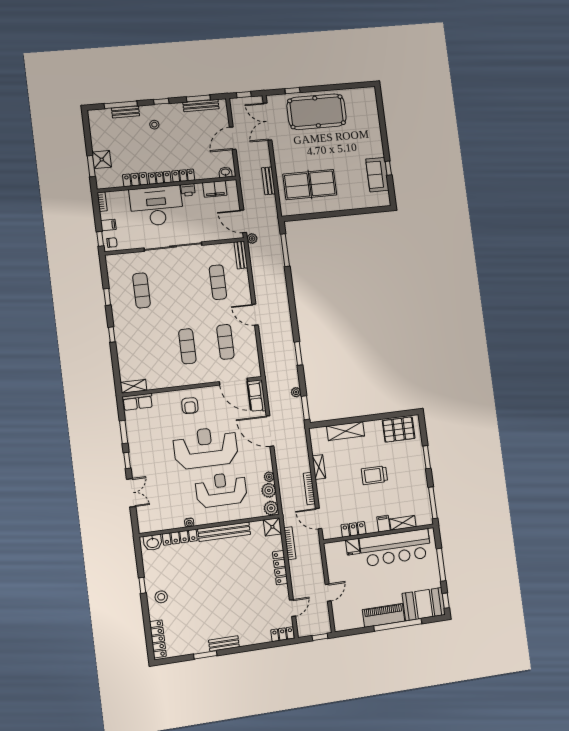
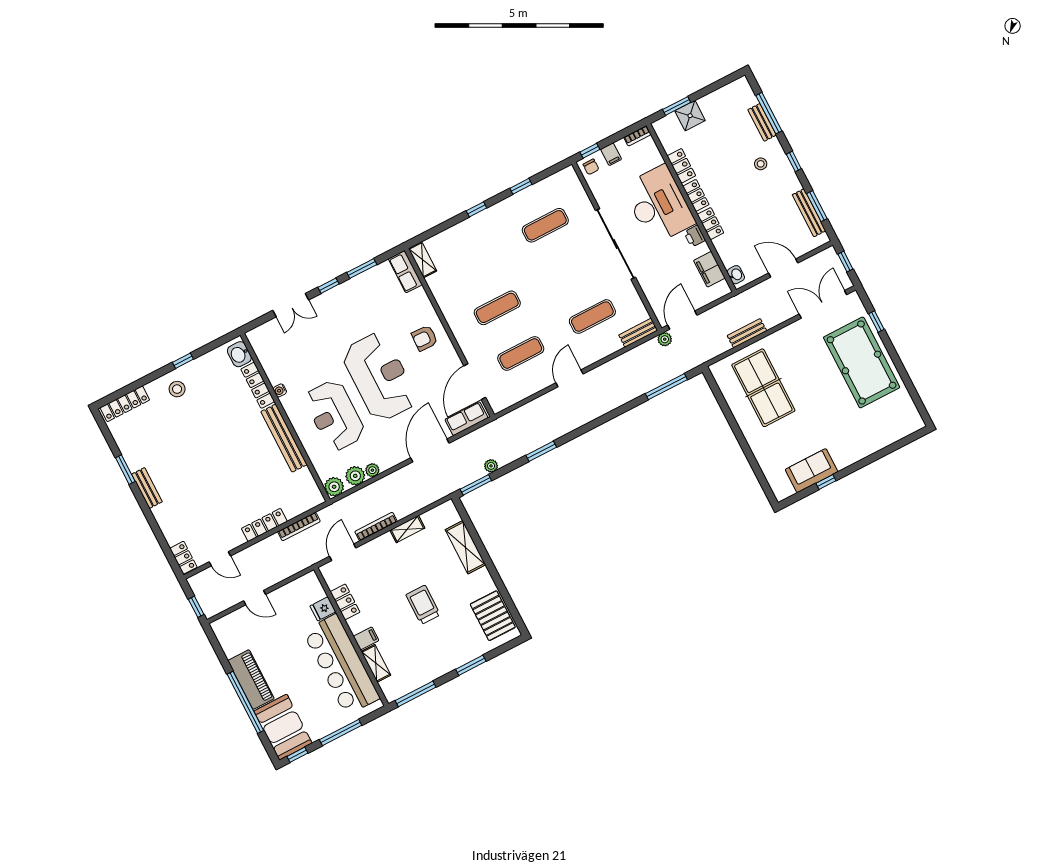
reception desk: (221, 490) -> (335, 415), turned 180
shower: (272, 527) -> (312, 497), removed

